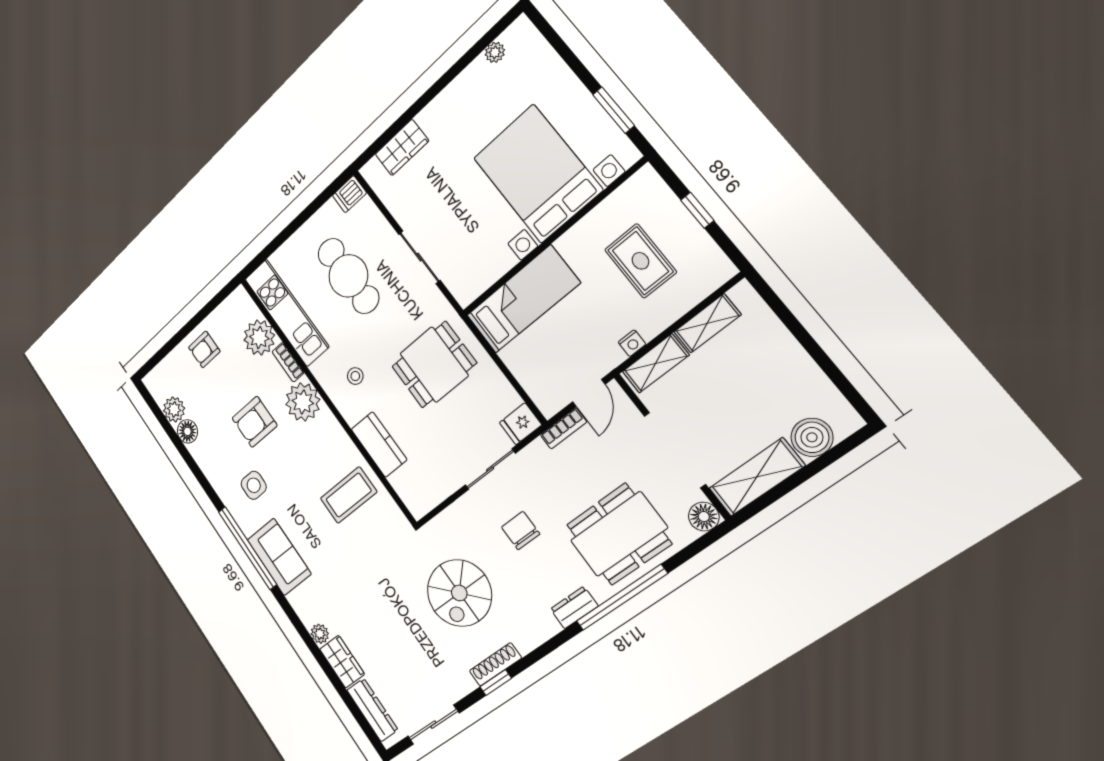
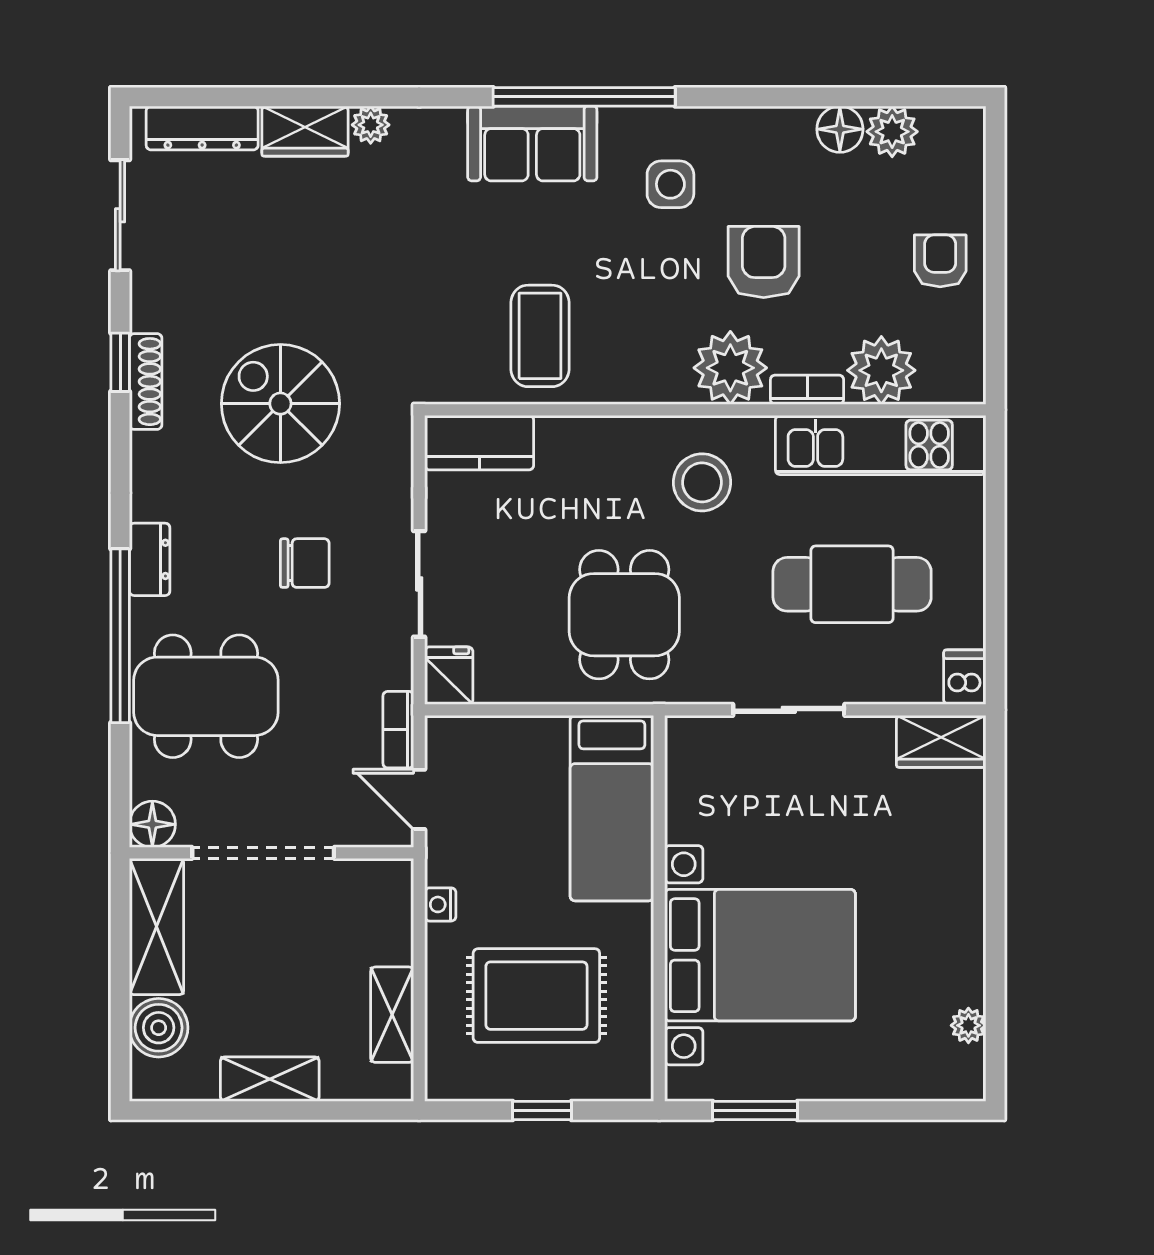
wardrobe: (402, 148) -> (941, 741), moved, turned -90
rug: (640, 261) -> (536, 996), width x1.36, depth x1.43
shelving: (656, 363) -> (270, 1079), moved, turned 90
stool: (355, 376) -> (702, 482), width x1.89, depth x1.89
kitchen counter: (379, 444) -> (479, 443), moved
dining table: (619, 534) -> (206, 696), turned 90

